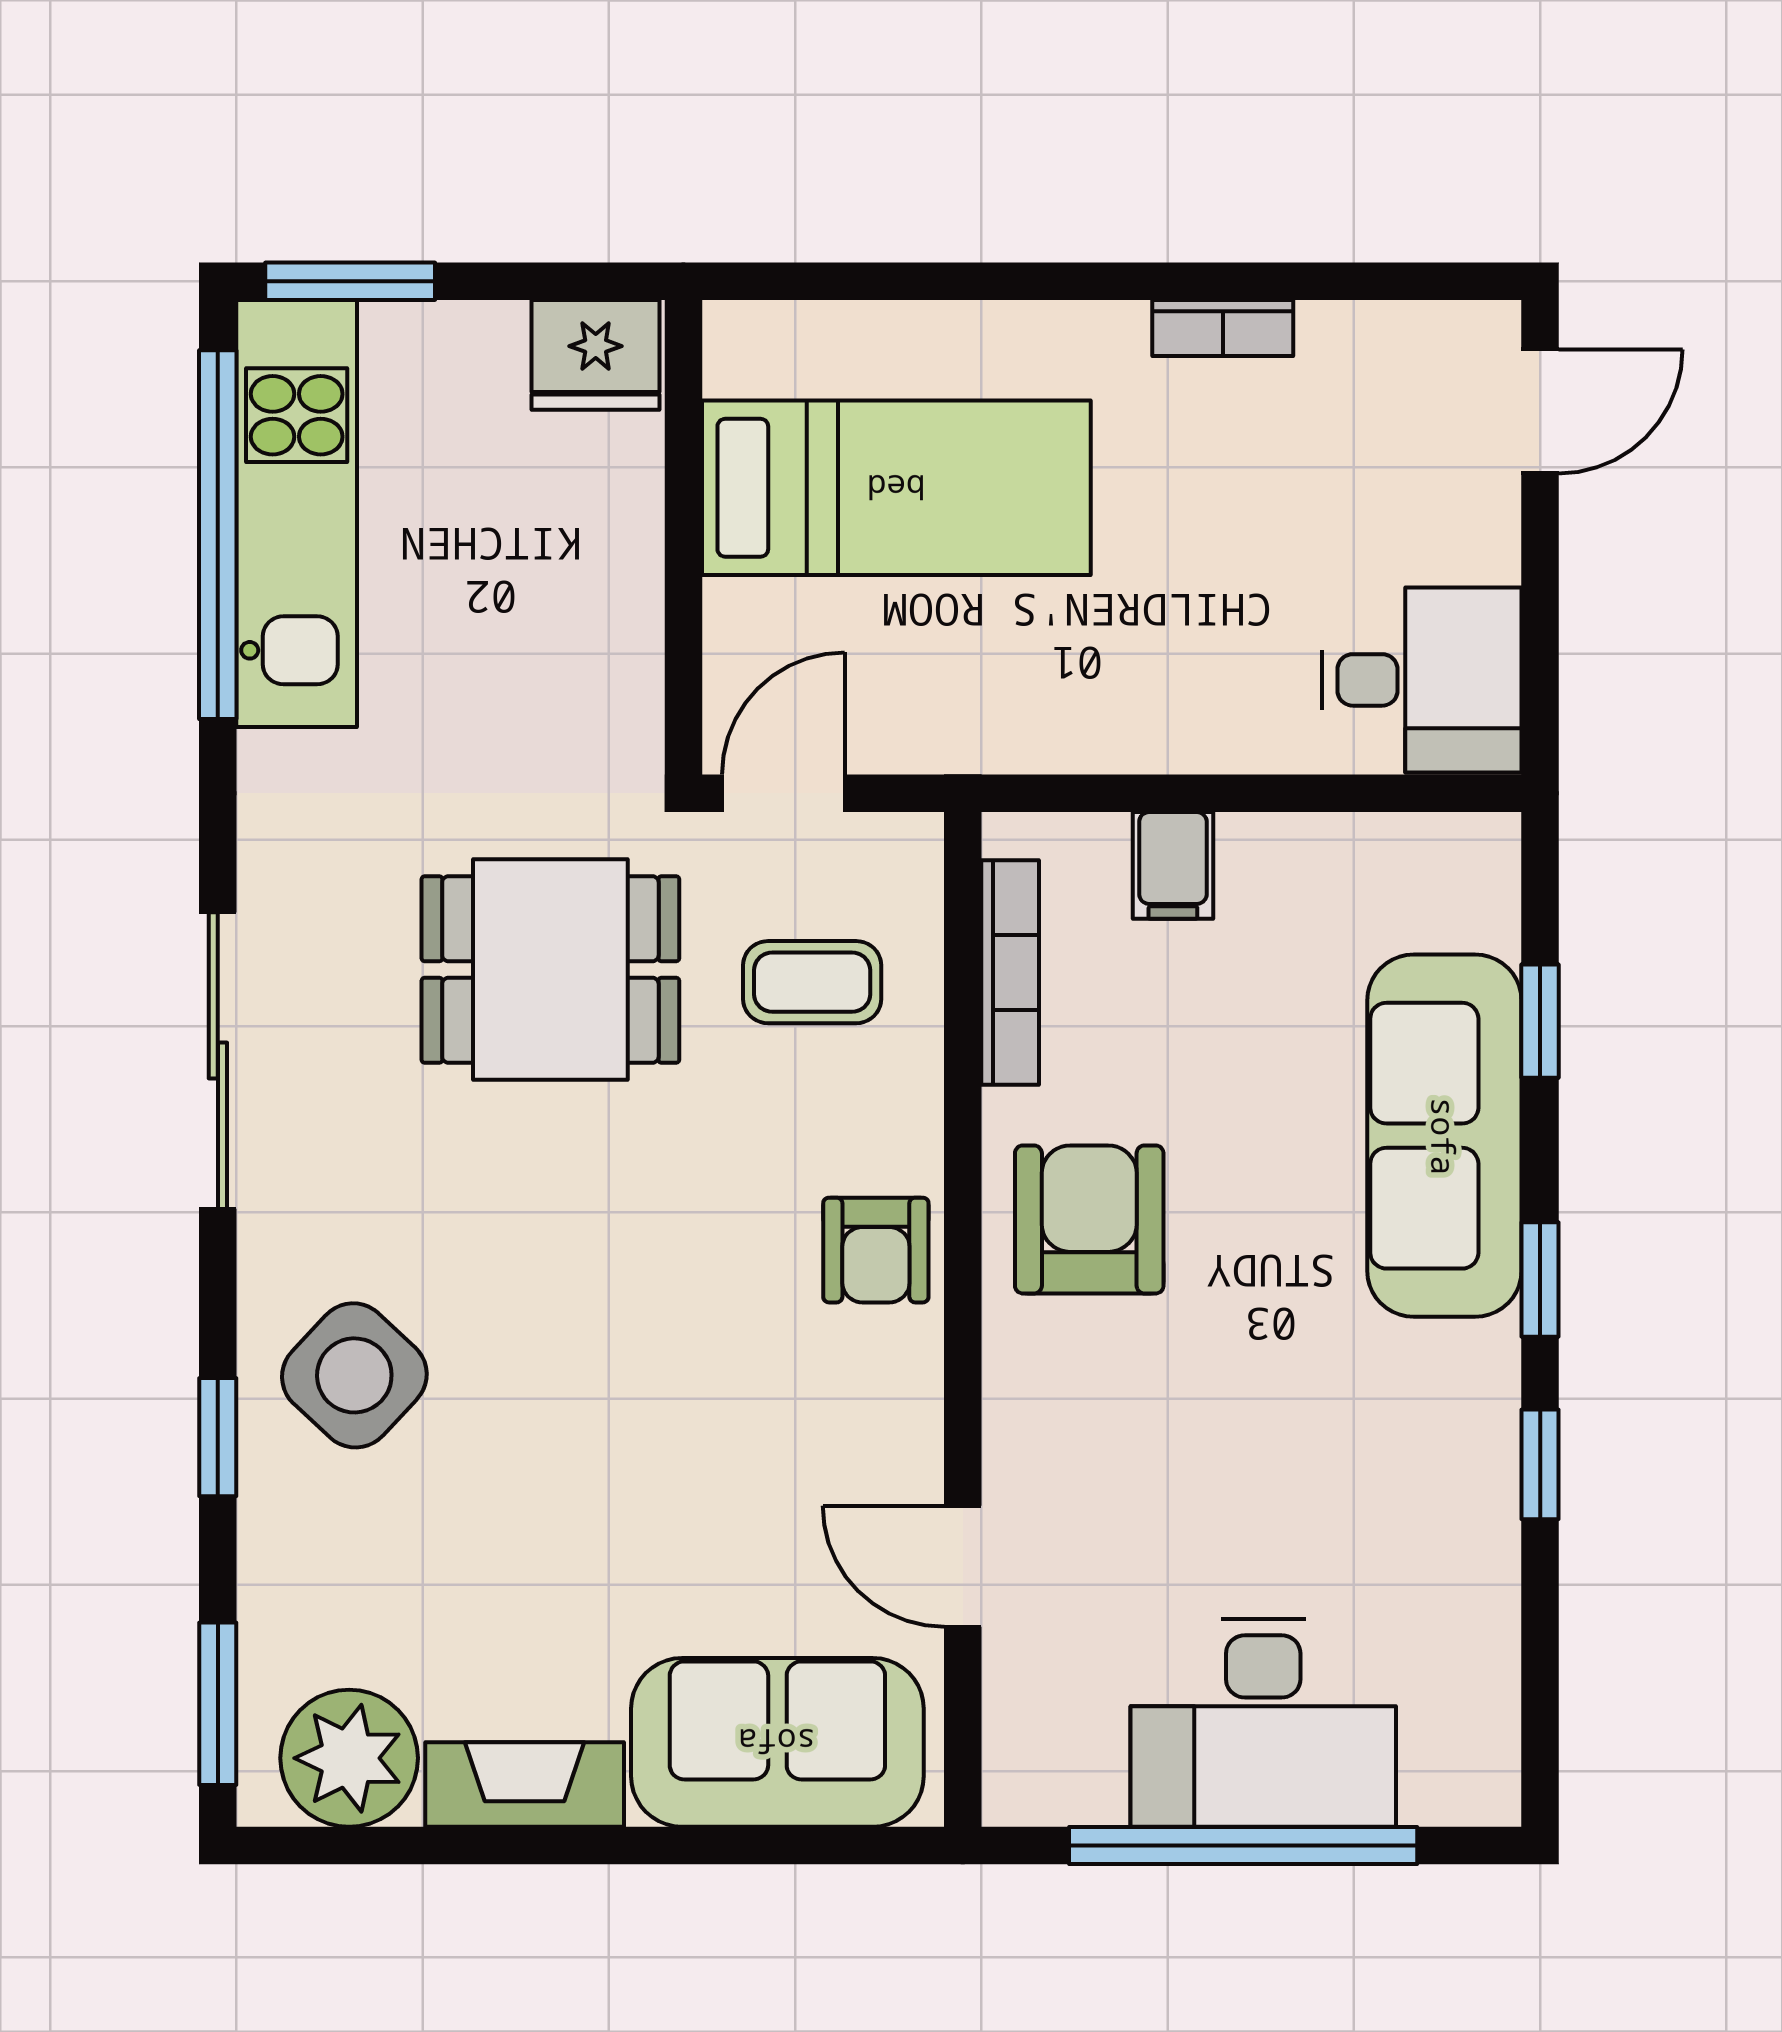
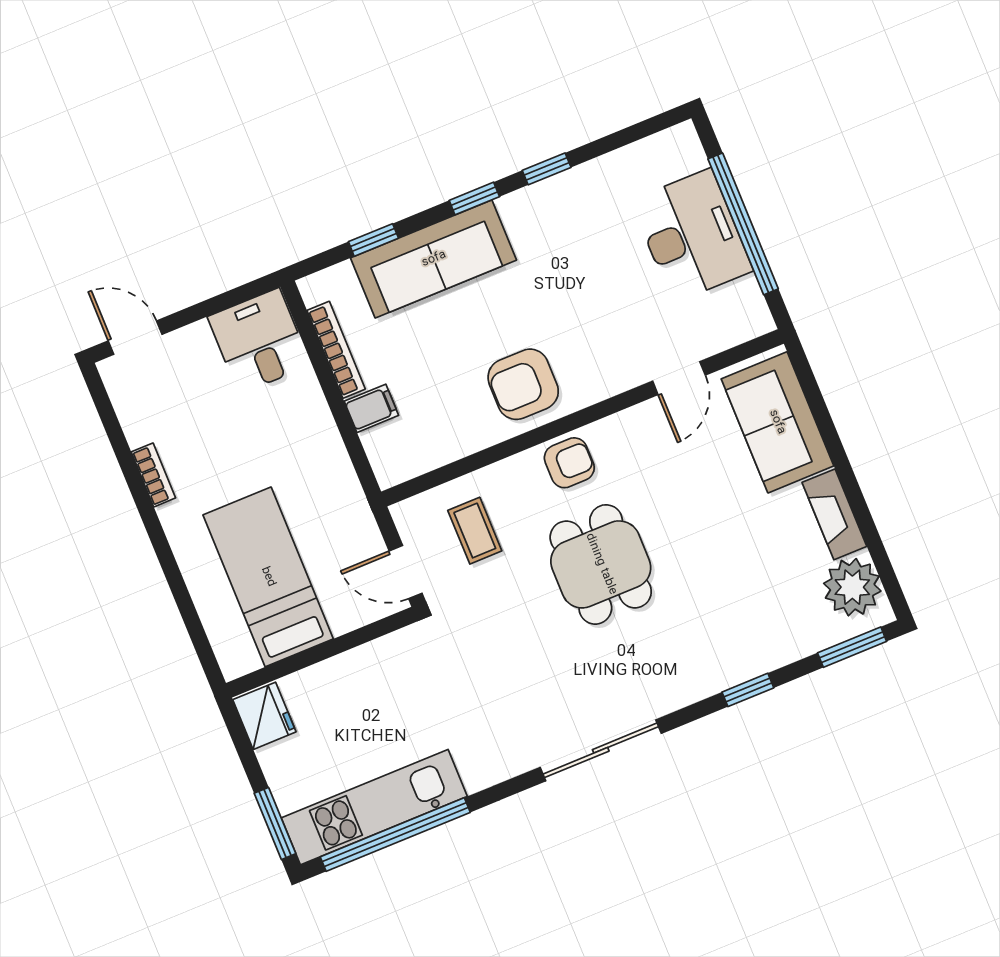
dining table: (550, 970) -> (601, 564), moved
bookcase: (1010, 972) -> (336, 350), moved, turned 90
side table: (354, 1375) -> (702, 646), removed

